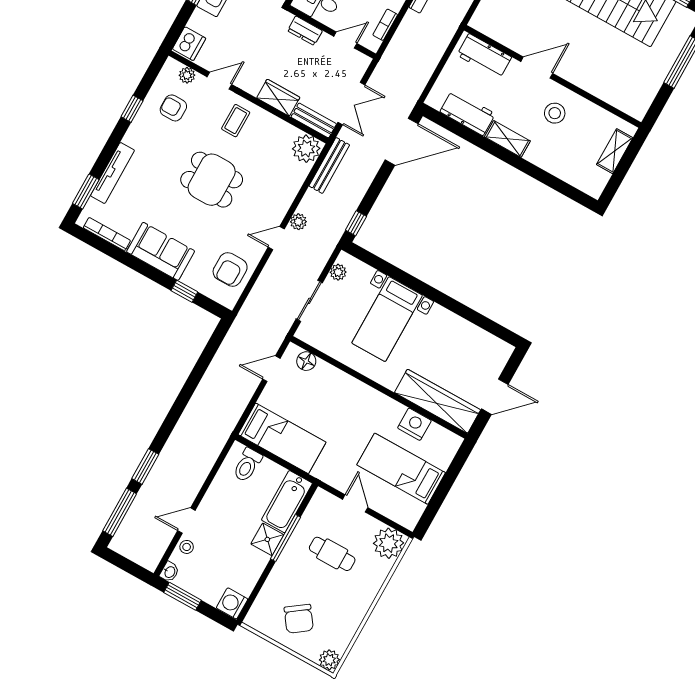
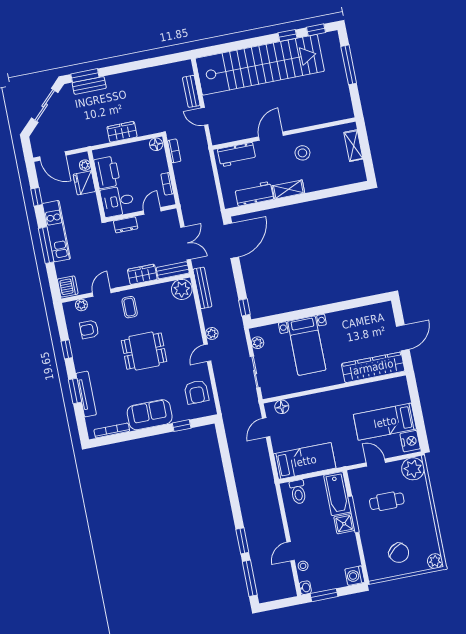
window: (86, 192) -> (75, 391), moved
nightstand: (414, 424) -> (410, 441), moved, turned 90

